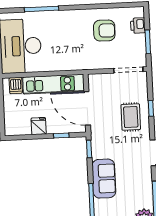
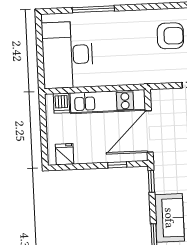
door: (87, 108) -> (149, 131), hinge flipped
fridge: (39, 126) -> (65, 154), moved

